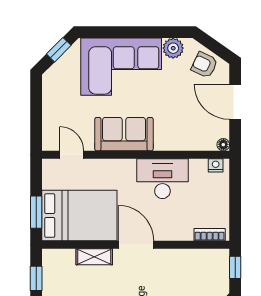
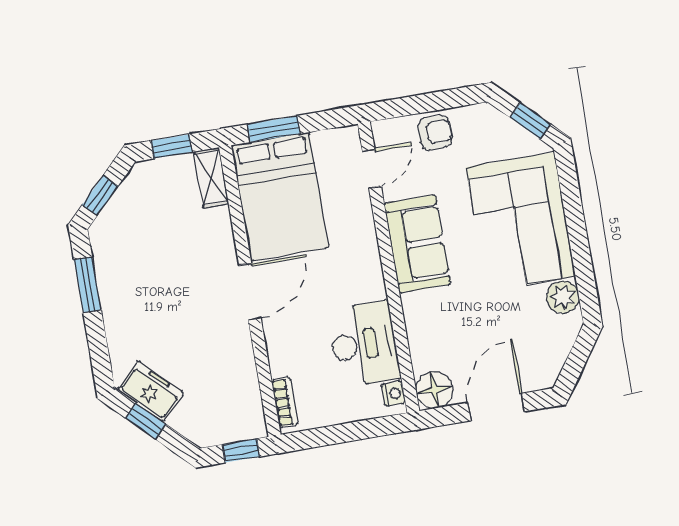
armchair: (204, 65) -> (435, 133), moved, turned 65
floor lamp: (223, 145) -> (434, 390), width x1.89, depth x1.89
desk: (162, 179) -> (364, 344), moved
shelving: (94, 257) -> (211, 178), moved

